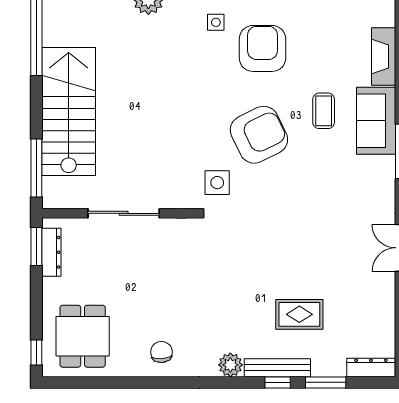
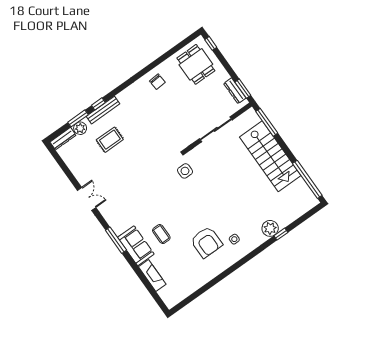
armchair: (259, 135) -> (182, 204), removed
plant: (230, 365) -> (80, 128), moved

